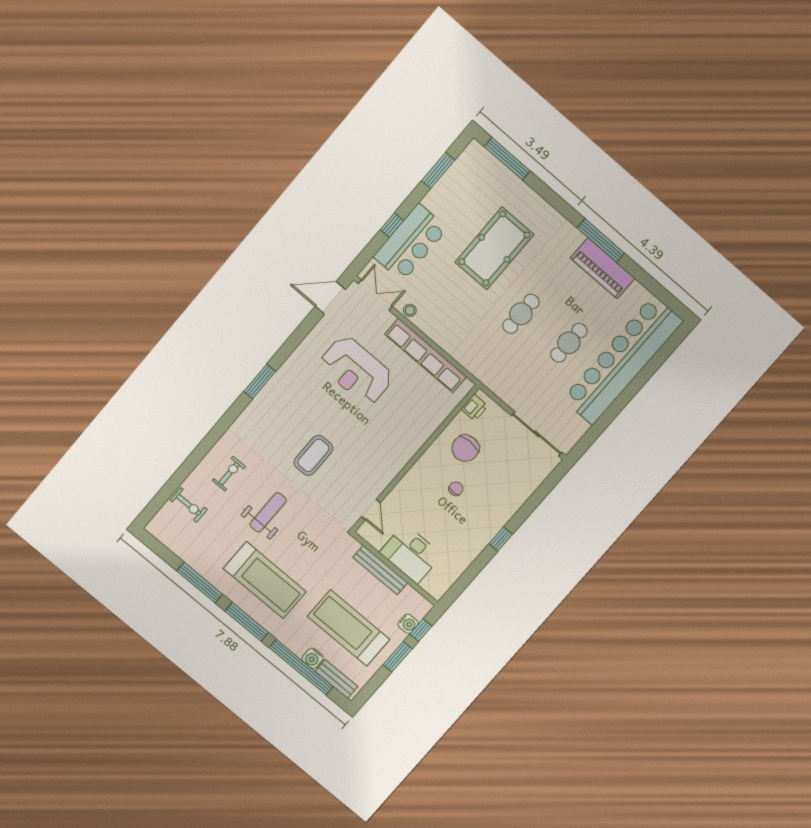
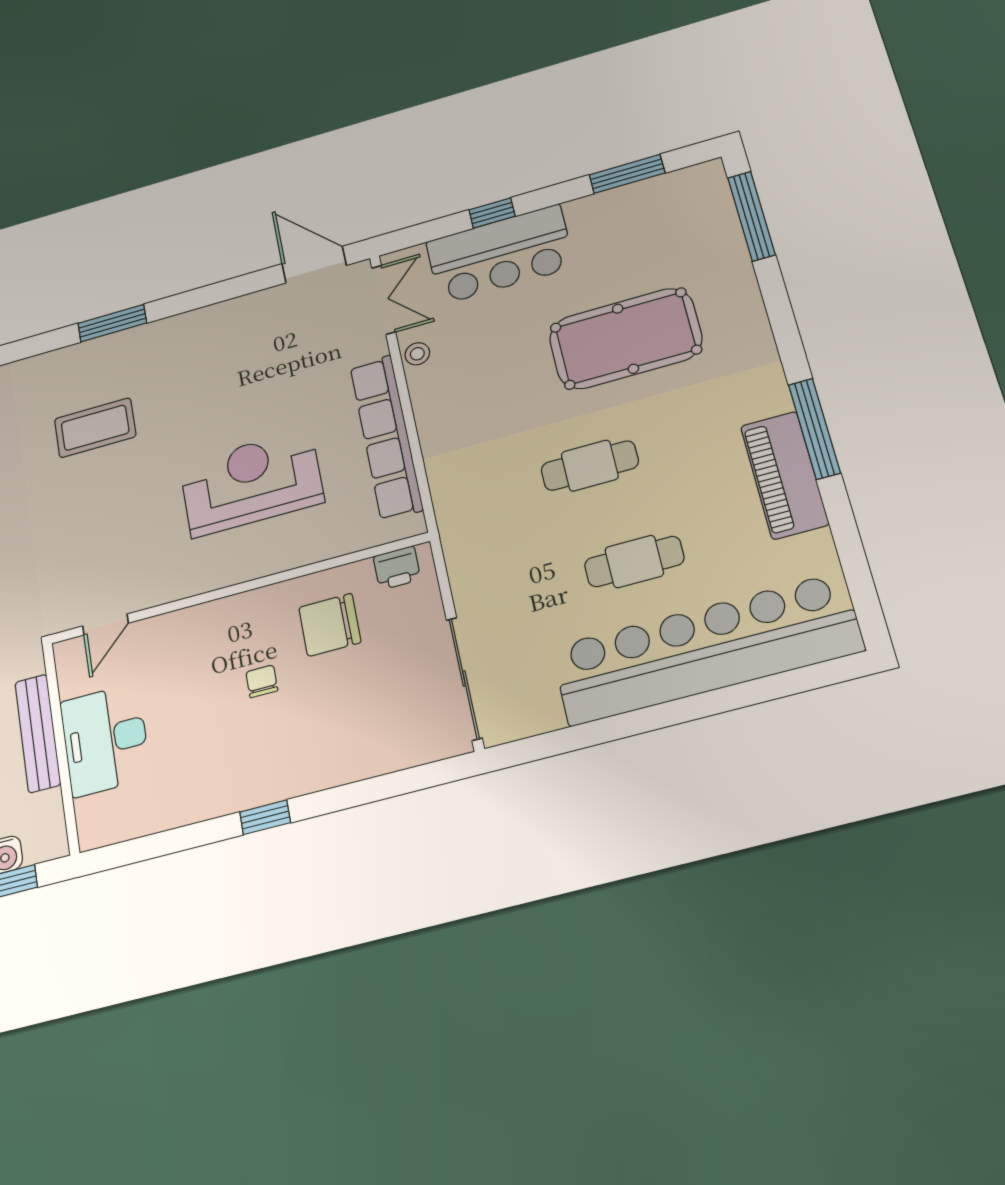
reception desk: (356, 370) -> (251, 483), moved, turned 90
coffee table: (313, 455) -> (95, 428), moved
chair: (456, 489) -> (262, 681), turned -90

